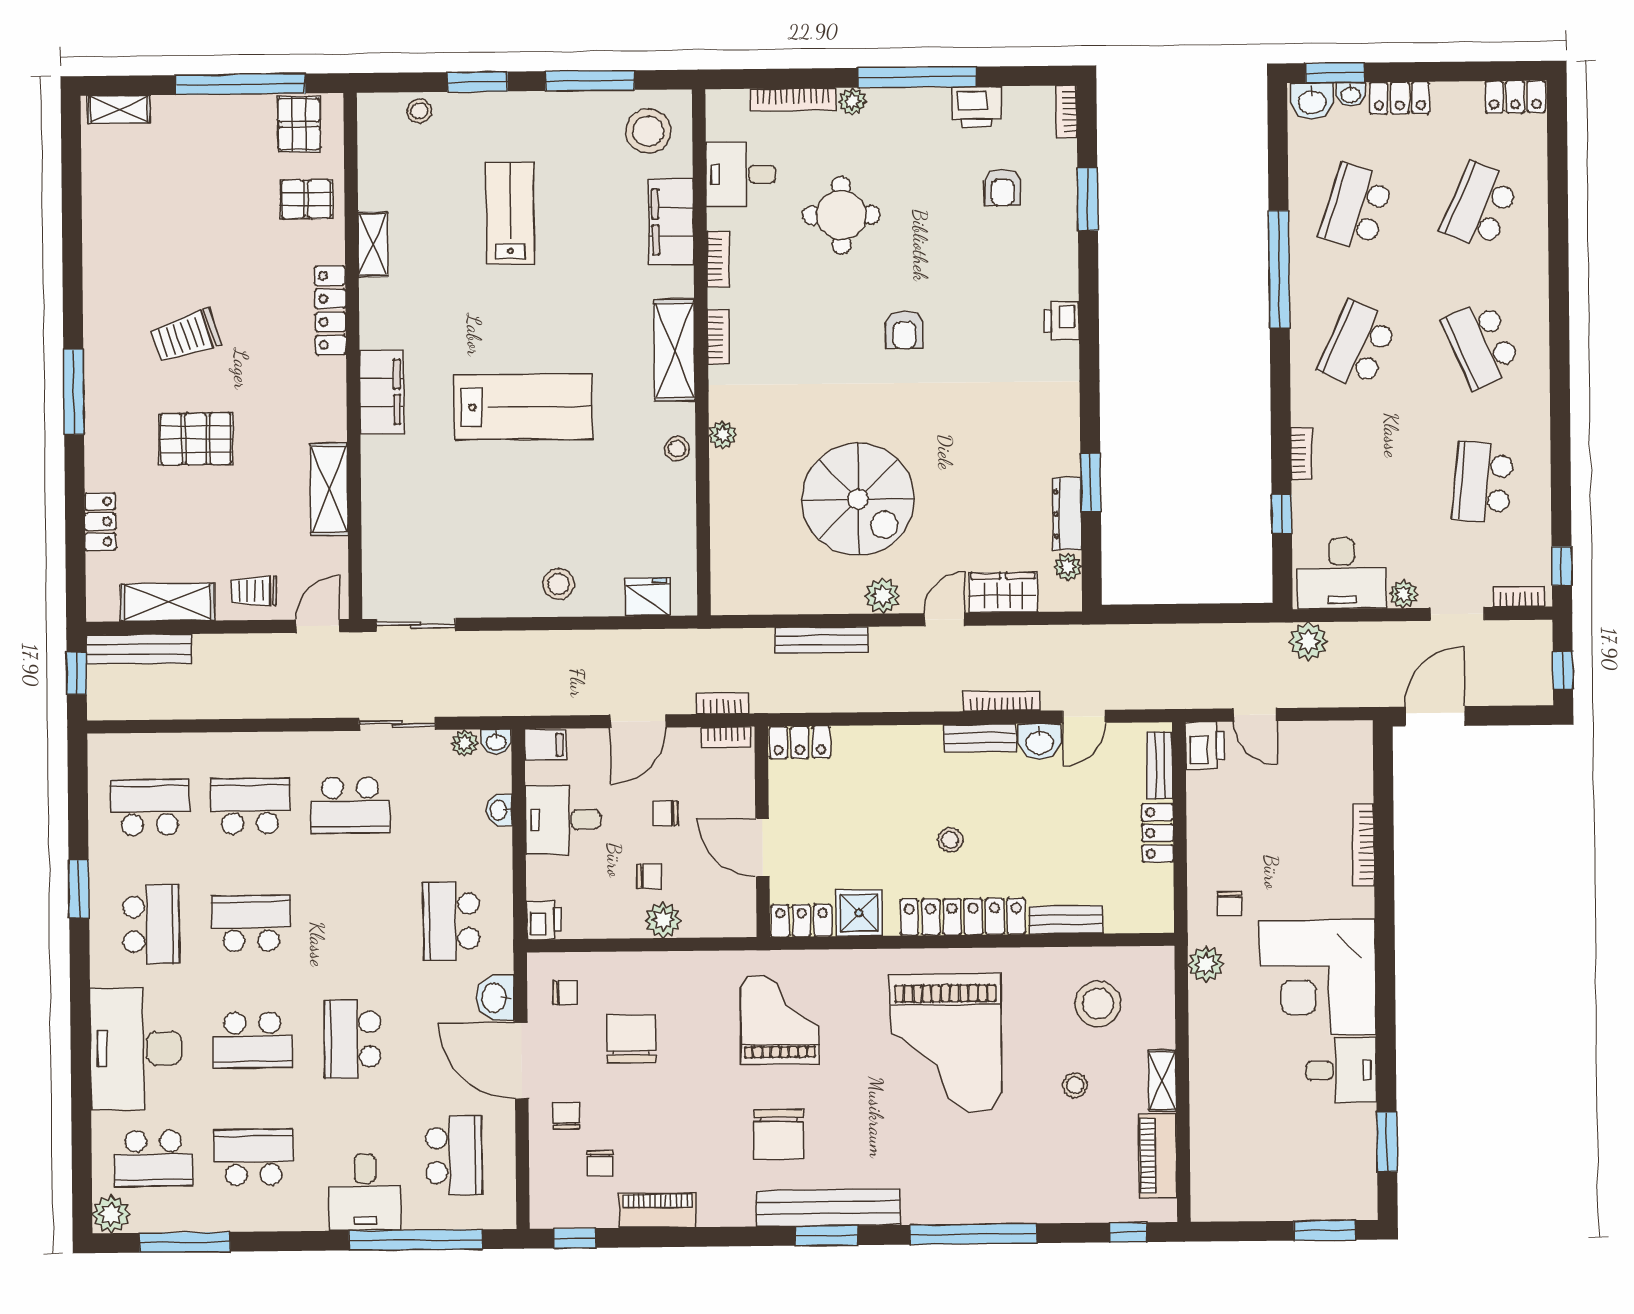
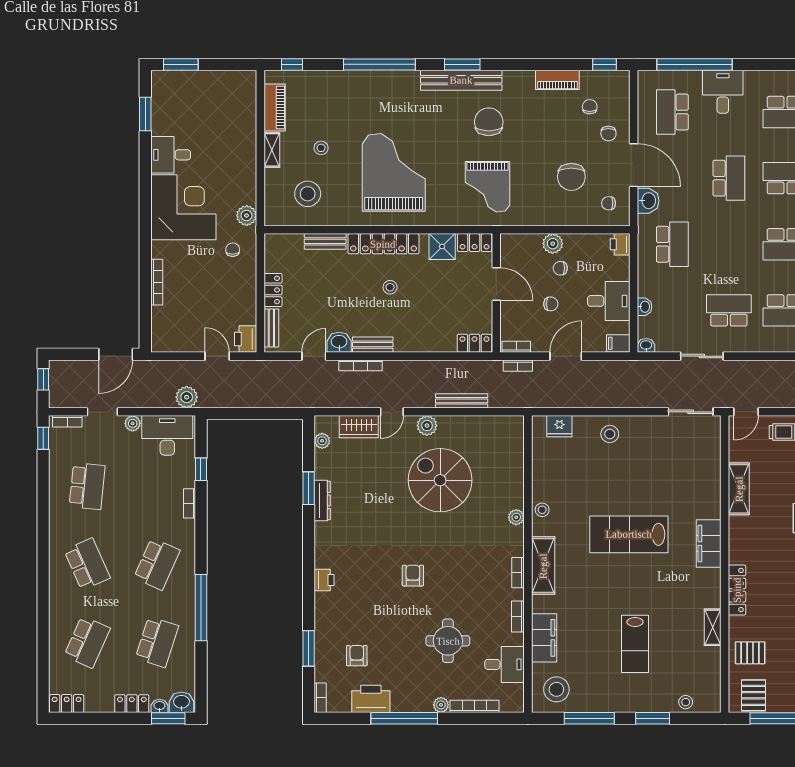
printer: (977, 107) -> (371, 699), width x1.37, depth x1.19
dresser: (1067, 514) -> (322, 500), moved
plant: (465, 743) -> (664, 345), removed

